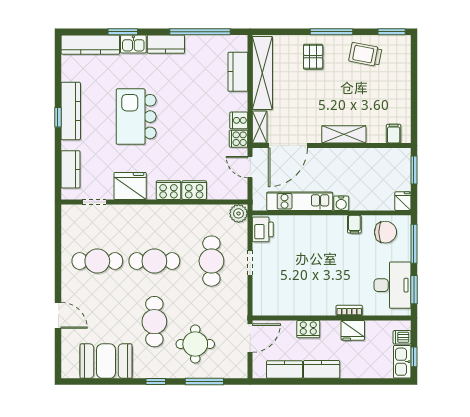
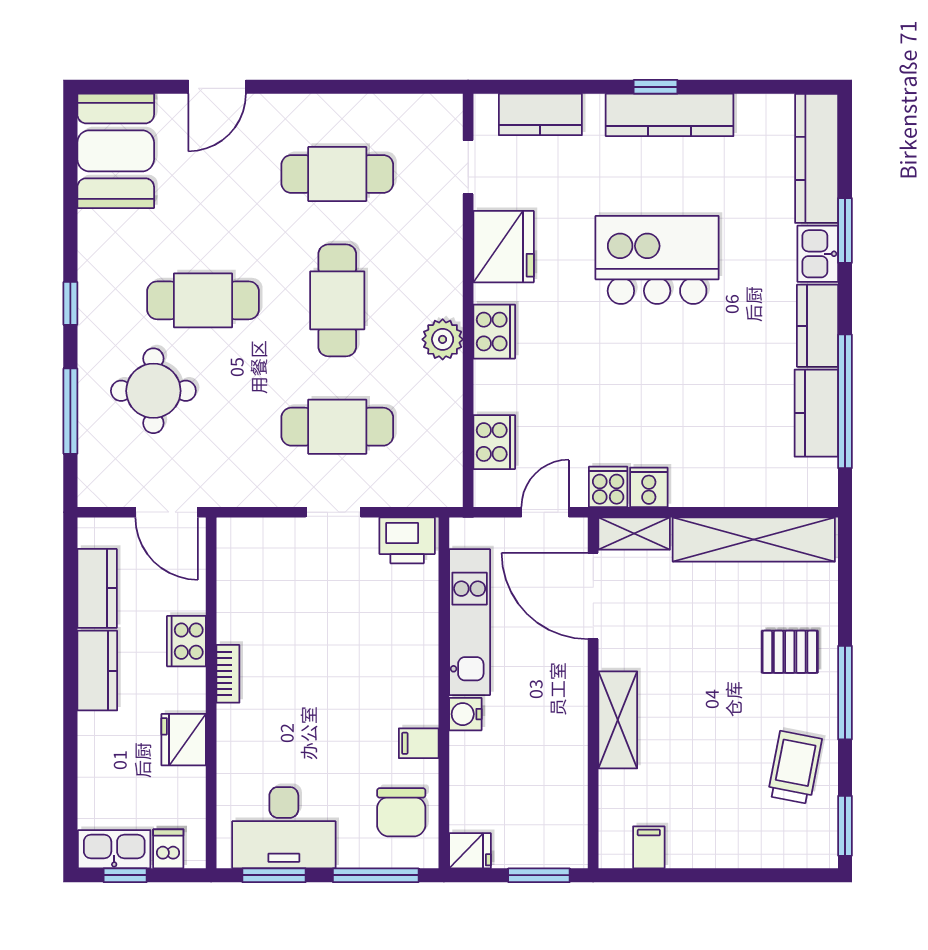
kitchen counter: (238, 72) -> (816, 413), moved, turned -90
filing cabinet: (394, 134) -> (649, 847), moved, turned -90
cooker: (194, 190) -> (494, 442), moved
plant: (239, 213) -> (443, 339), moved
cafe table: (97, 261) -> (337, 174), turned 90
bookcase: (349, 310) -> (228, 674), moved
booth: (106, 361) -> (116, 151), moved

